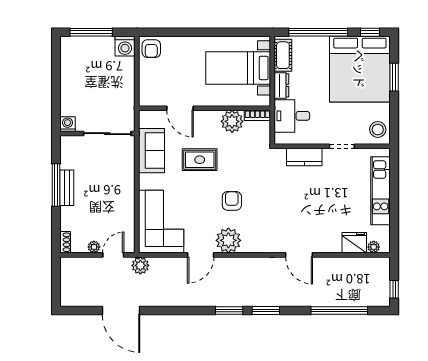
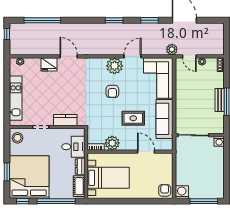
sofa: (152, 151) -> (164, 119), width x1.36
fridge: (354, 243) -> (49, 64), moved
door: (113, 255) -> (189, 56), hinge flipped
window: (266, 310) -> (149, 20), moved

